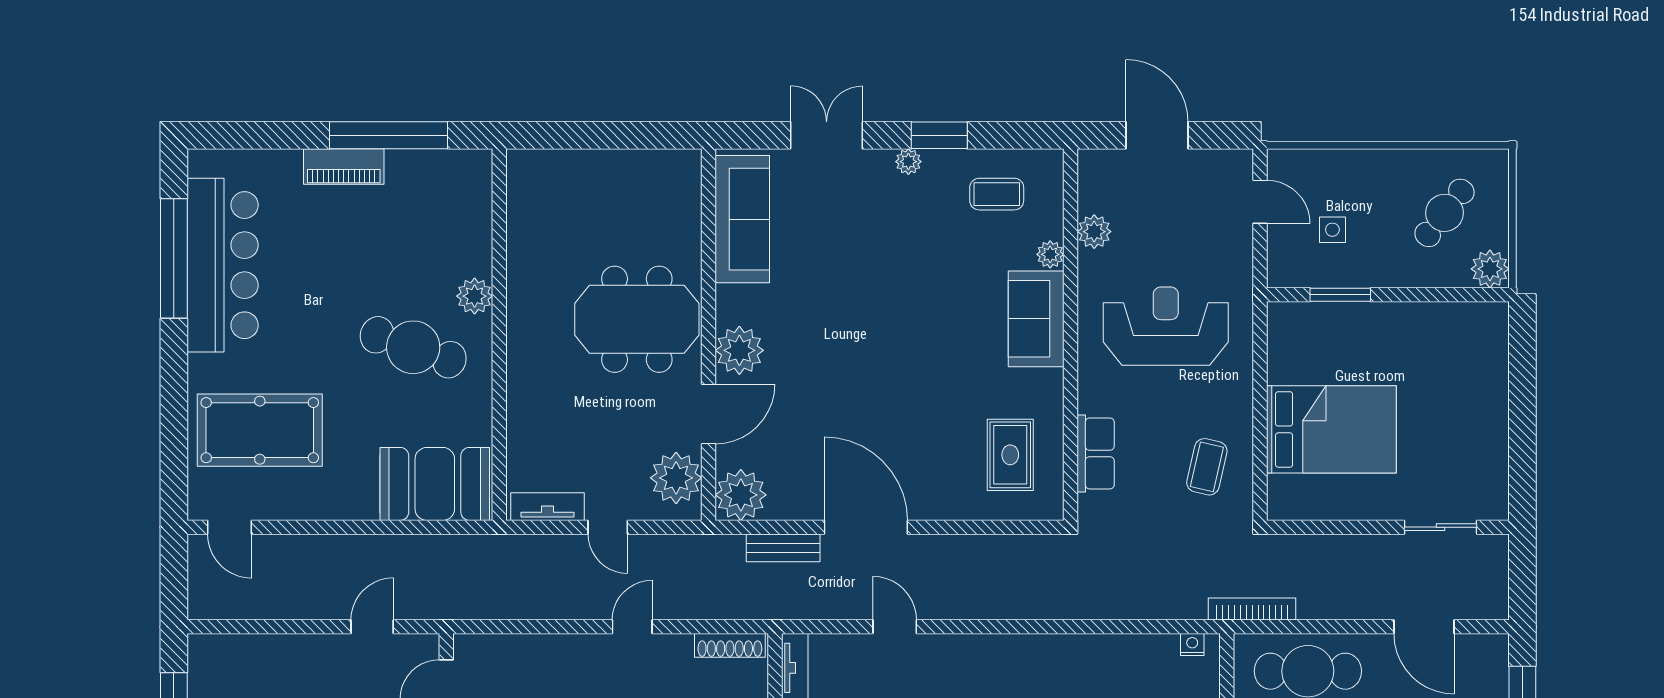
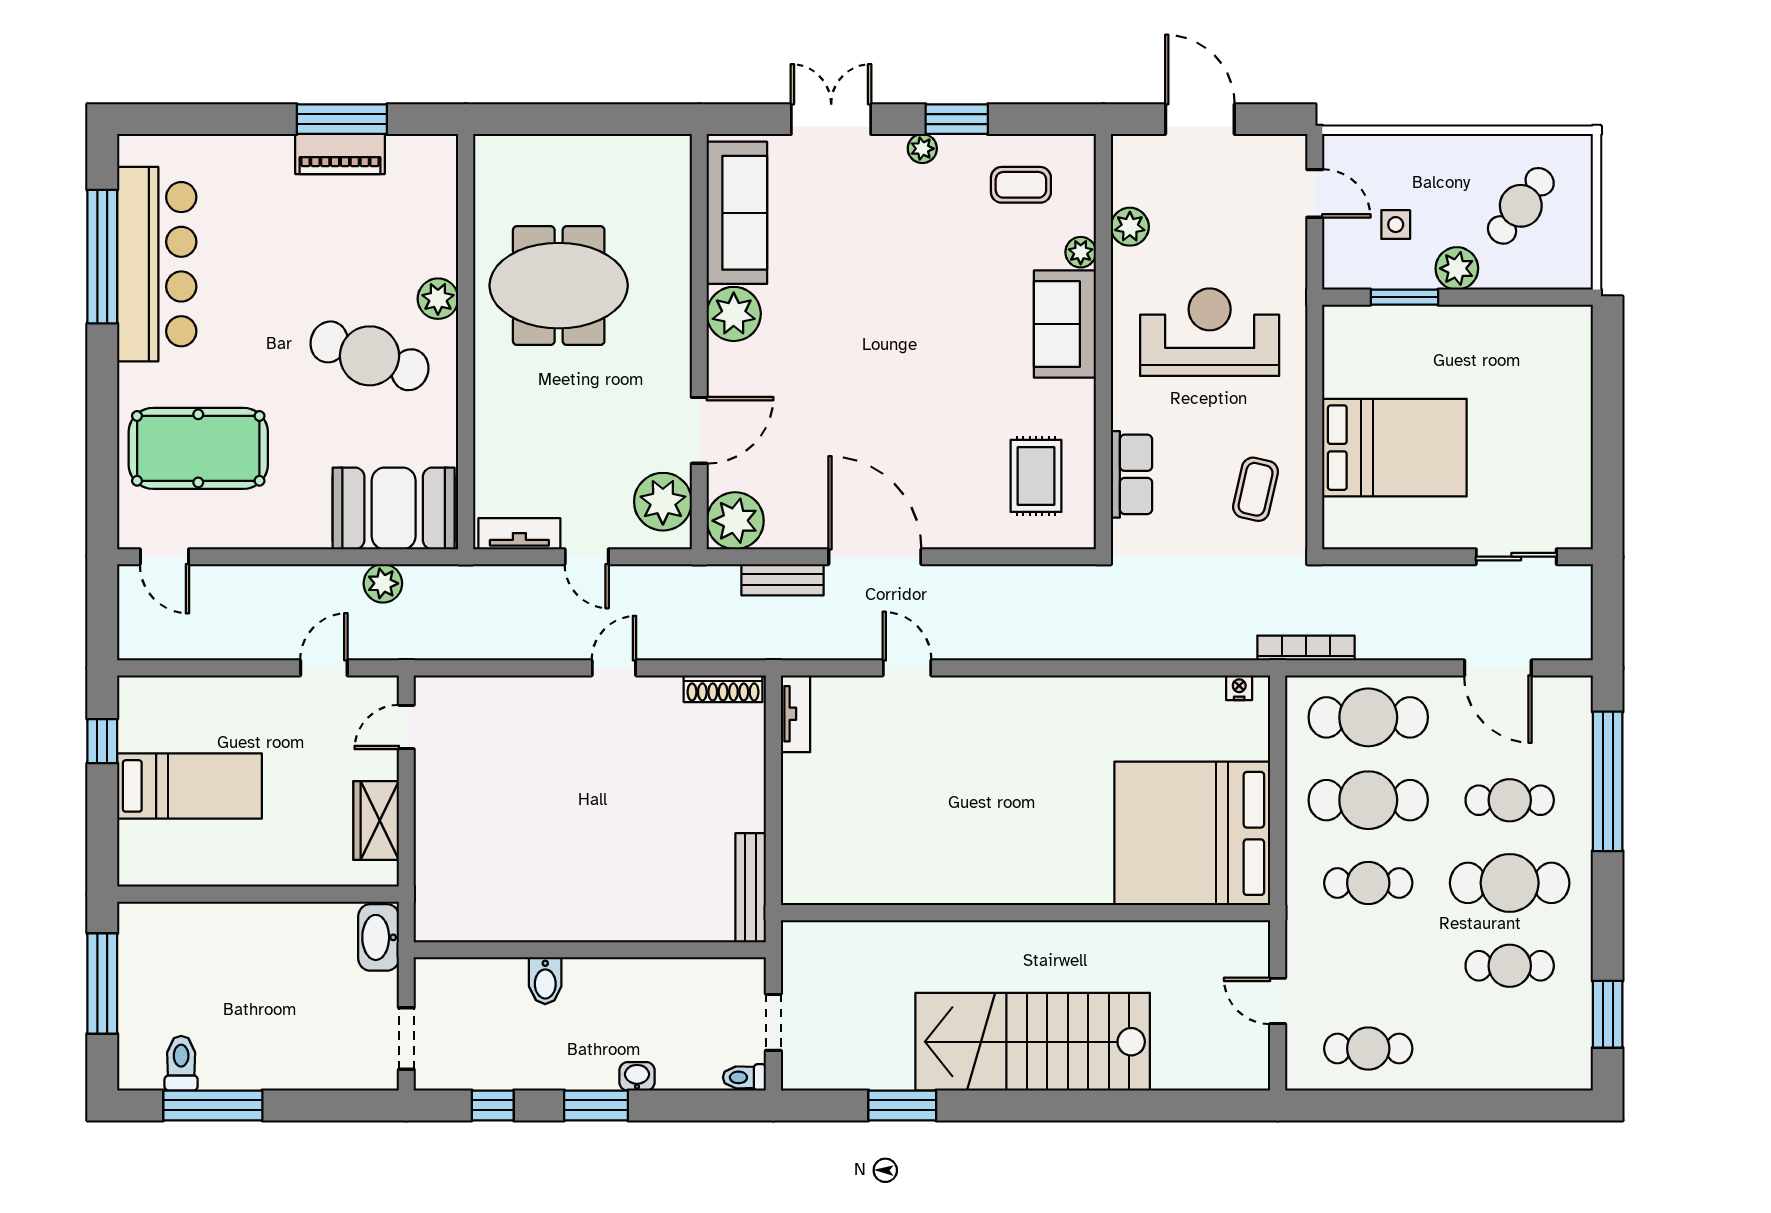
window: (388, 135) -> (342, 119), width x0.68
piano: (344, 166) -> (340, 154), moved
plant: (1490, 269) -> (1457, 268), moved
meeting table: (637, 319) -> (559, 286), moved
plant: (739, 350) -> (734, 314), moved
plant: (425, 551) -> (383, 583), added

